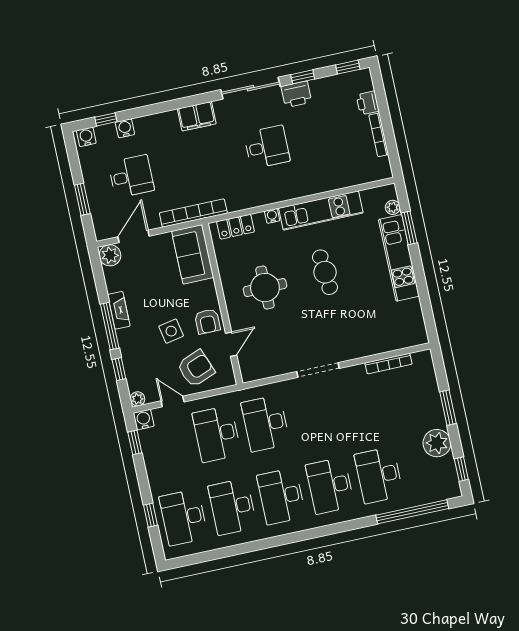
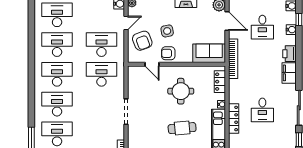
printer: (296, 94) -> (289, 54), moved
locker: (291, 191) -> (234, 119), added

